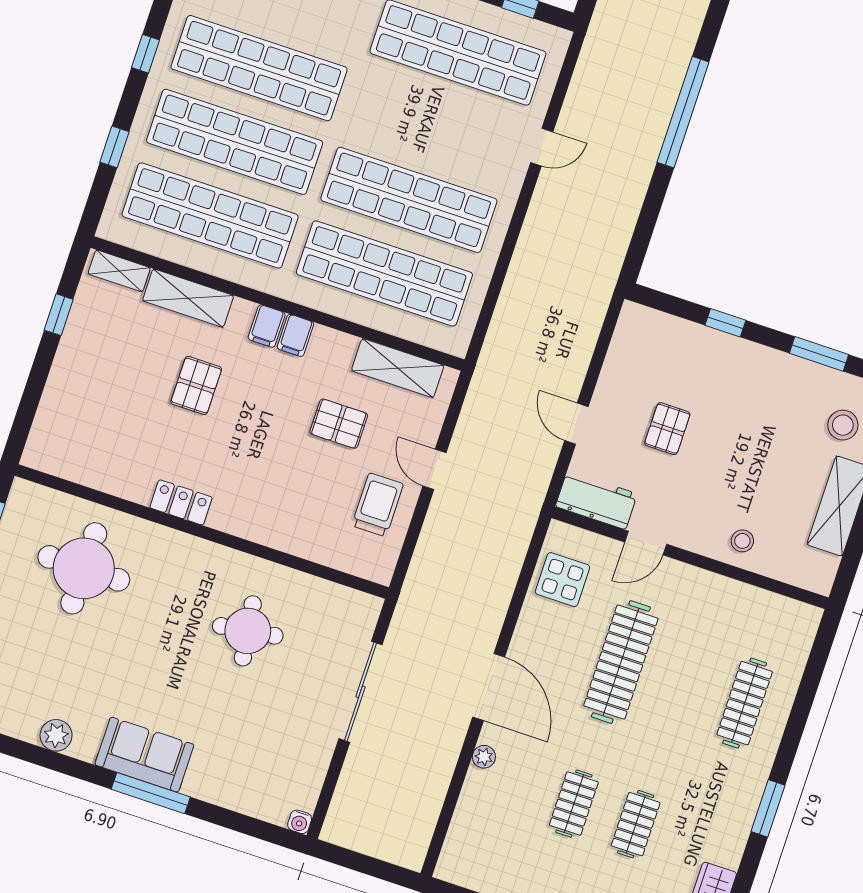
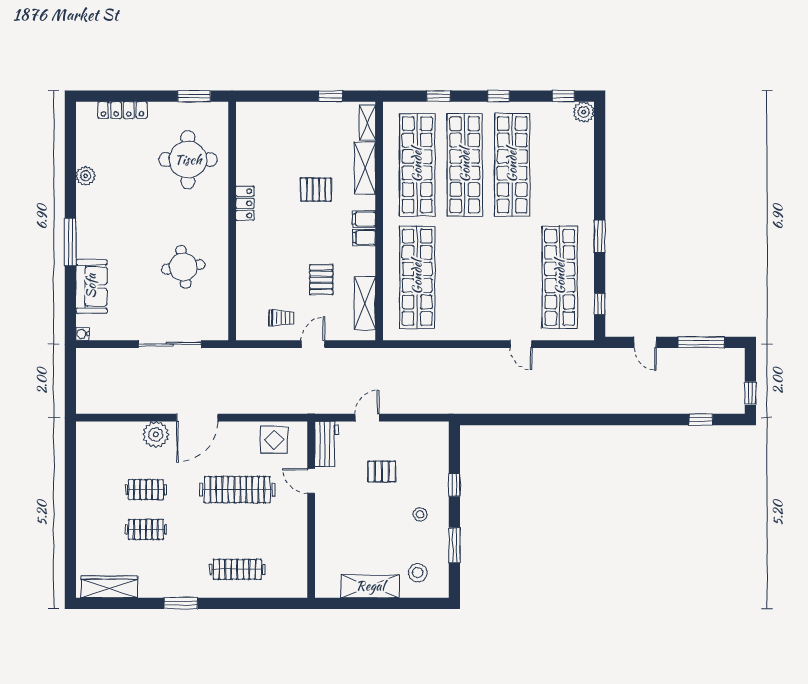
window: (683, 112) -> (569, 419), removed
shop shelf: (409, 200) -> (465, 277), removed
trolley: (378, 505) -> (282, 318), width x0.73, depth x0.72
stool: (742, 541) -> (420, 514), moved
sofa: (144, 755) -> (91, 286), moved
plant: (484, 757) -> (156, 434), width x1.88, depth x1.88

